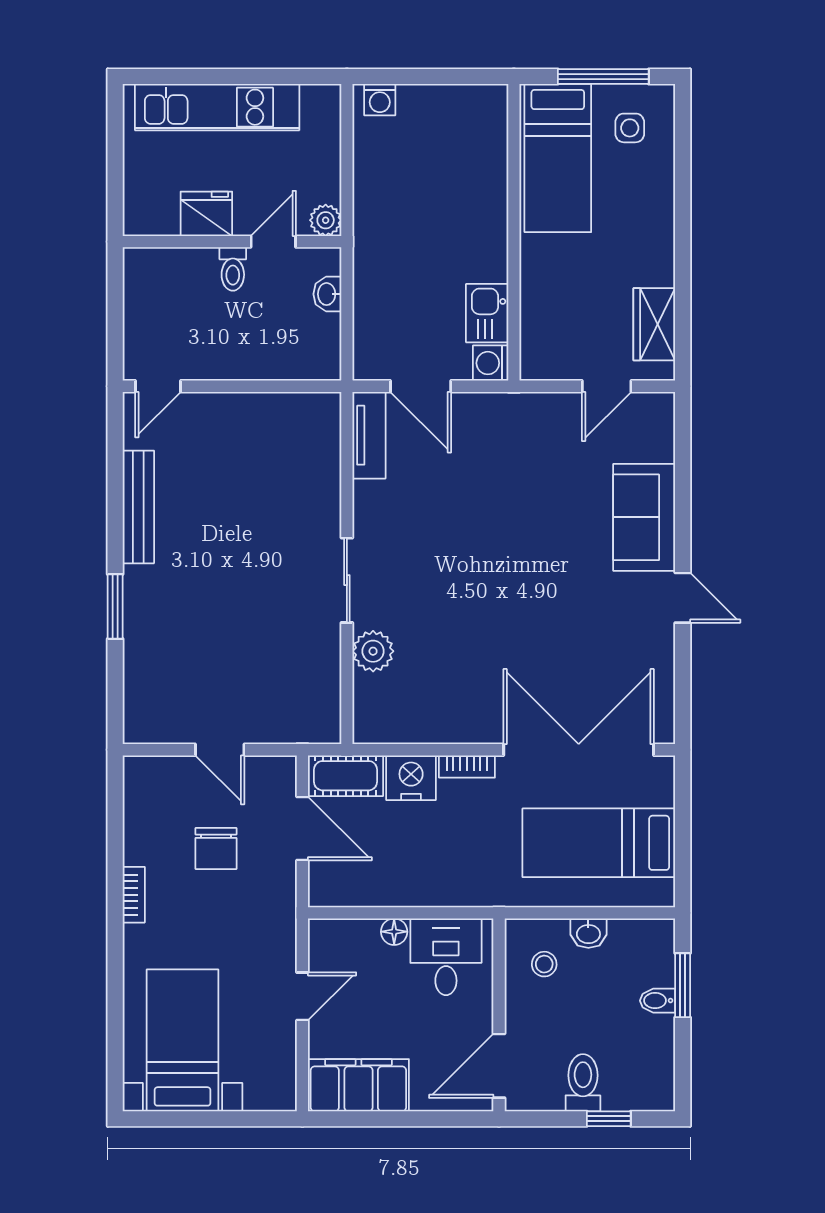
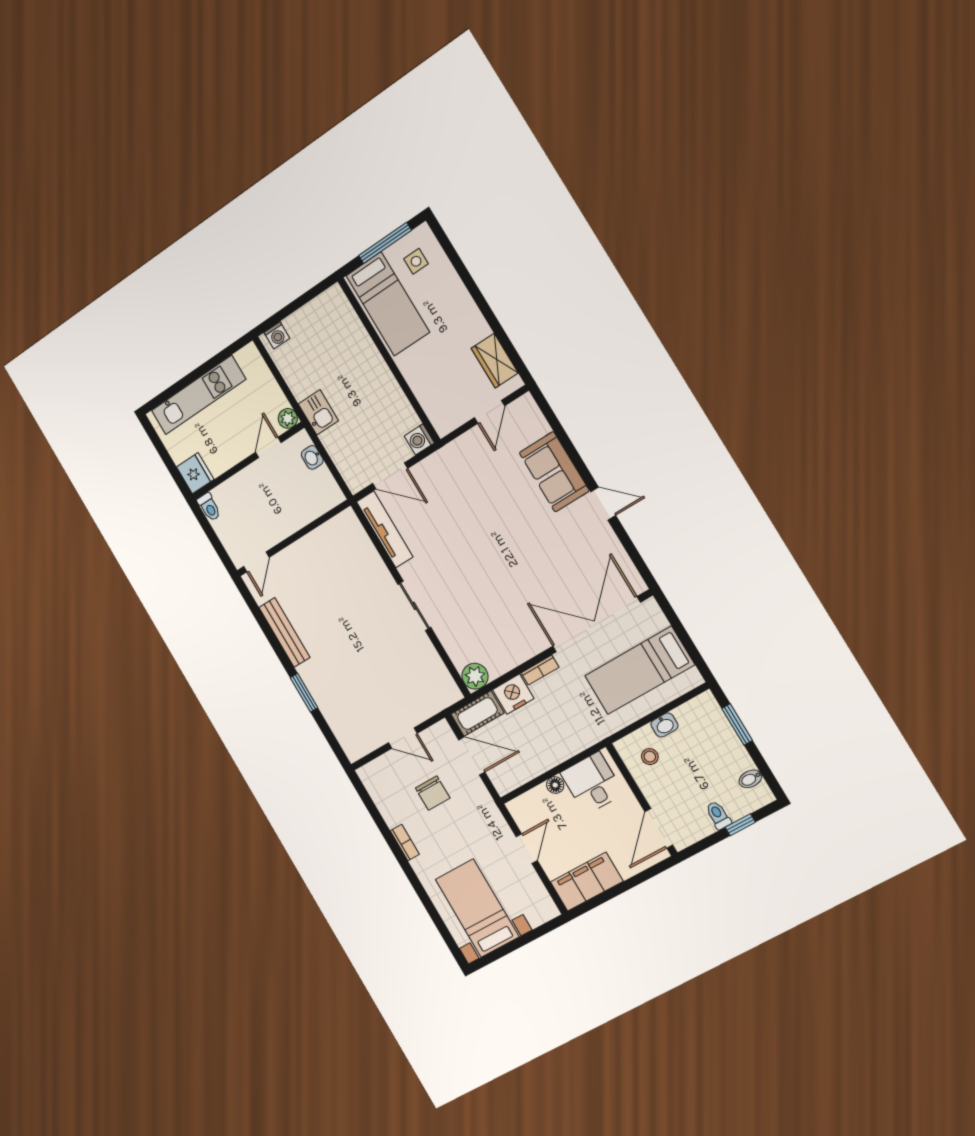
fridge: (206, 214) -> (195, 473), moved, turned 90
toilet: (233, 269) -> (209, 507), moved
kitchen sink: (487, 313) -> (318, 412), moved, turned 180
tv unit: (369, 435) -> (385, 529), width x1.41
plant: (373, 651) -> (475, 676), moved
bidet: (657, 1001) -> (750, 779), moved
toilet: (583, 1083) -> (718, 815), width x0.73, depth x0.72

